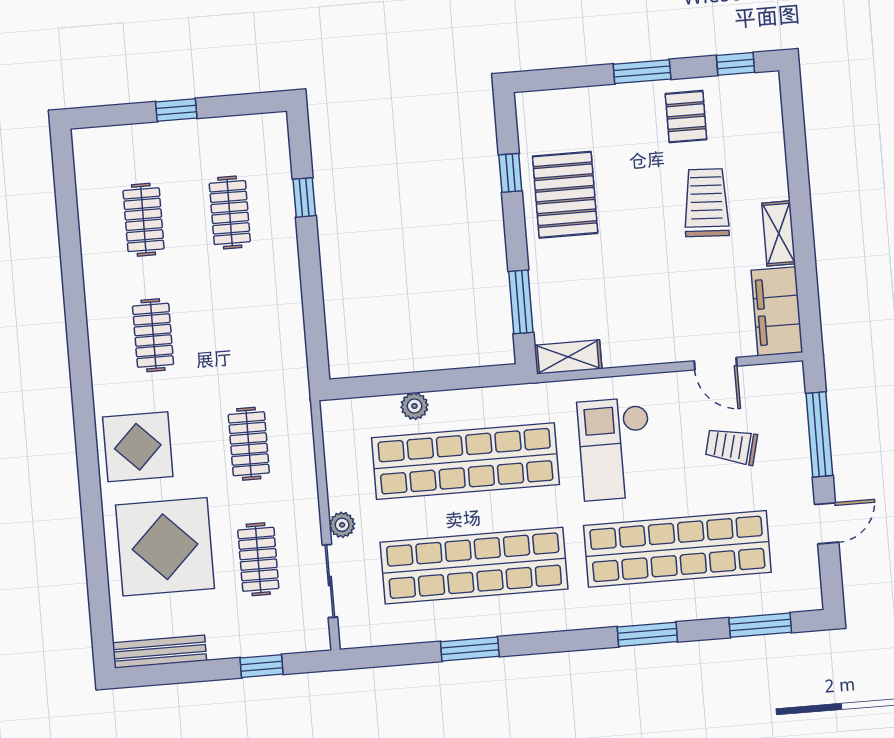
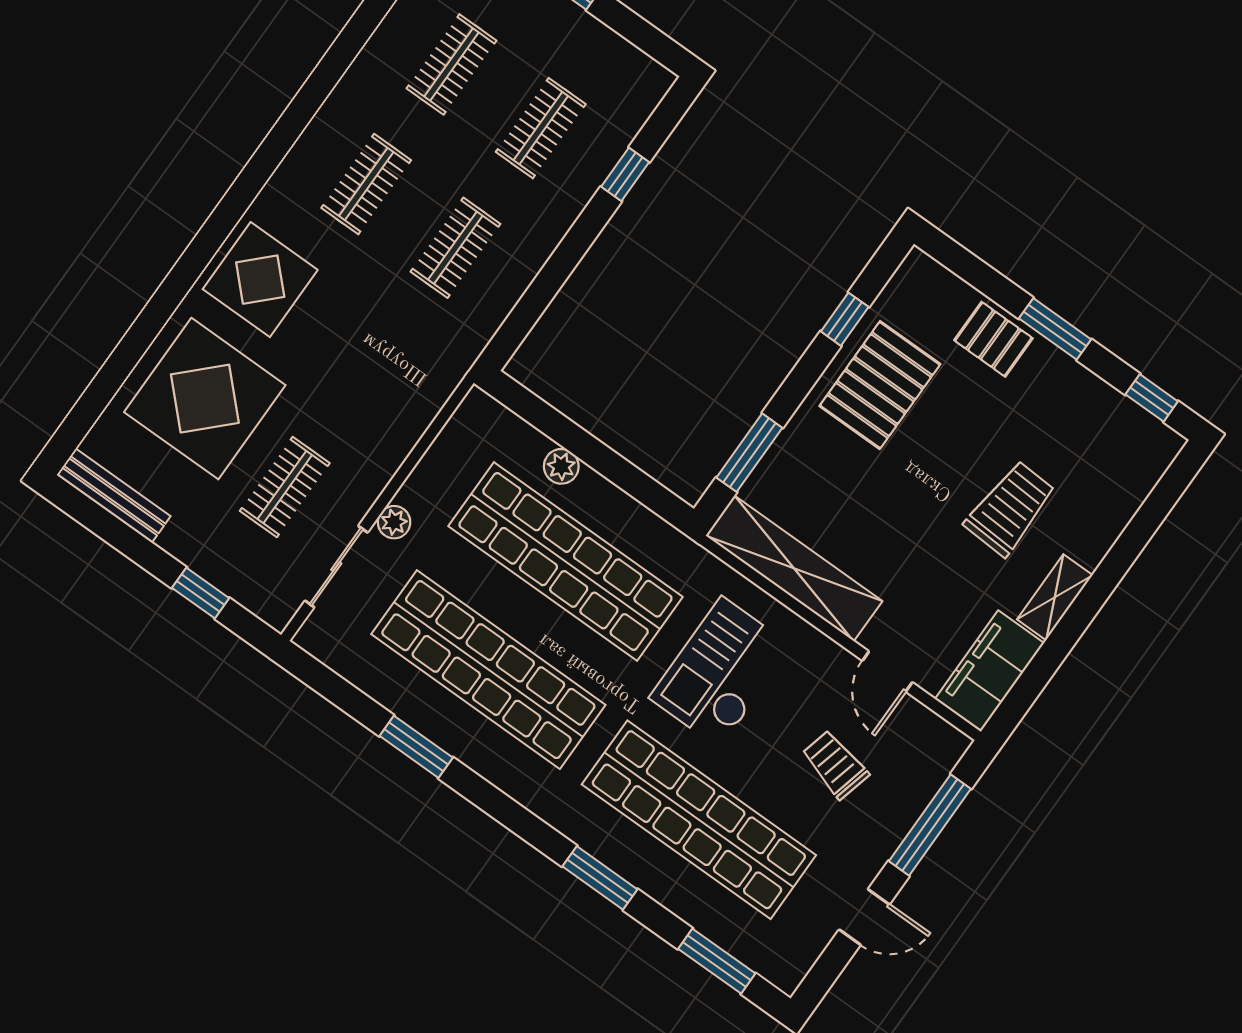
pallet: (686, 117) -> (993, 339), moved, turned 90
shelving: (568, 357) -> (794, 568), width x2.20, depth x1.33
clothes rail: (249, 444) -> (455, 248), moved

